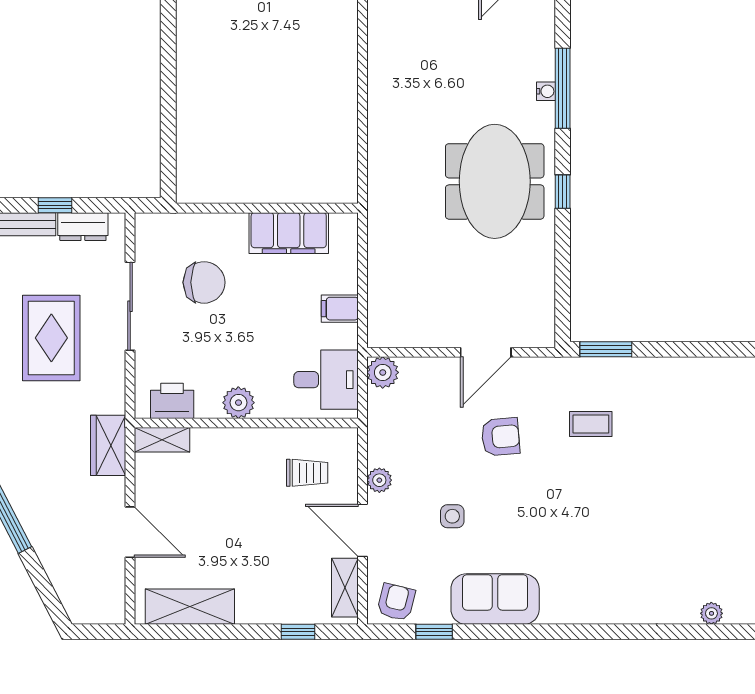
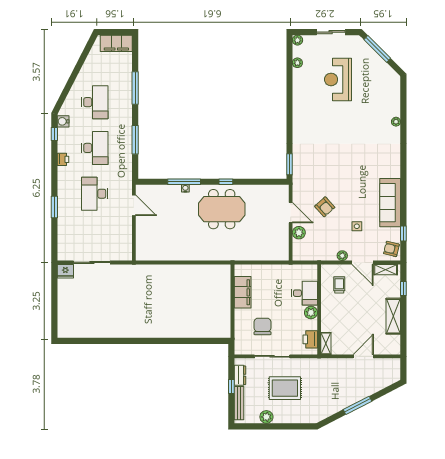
filing cabinet: (340, 309) -> (273, 272), removed
plant: (383, 372) -> (299, 233), moved
desk: (326, 380) -> (304, 293), moved, turned 90
coffee table: (591, 424) -> (320, 170), removed
armchair: (501, 437) -> (325, 207), turned 143
wardrobe: (108, 445) -> (328, 365), removed
door: (363, 530) -> (363, 262), hinge flipped
sofa: (495, 599) -> (390, 203), width x1.36
shelving: (190, 607) -> (393, 316), moved

